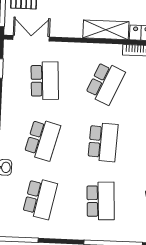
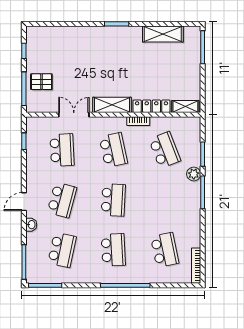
double door: (31, 38) -> (74, 115), moved
school desk: (105, 83) -> (113, 150), turned -36

